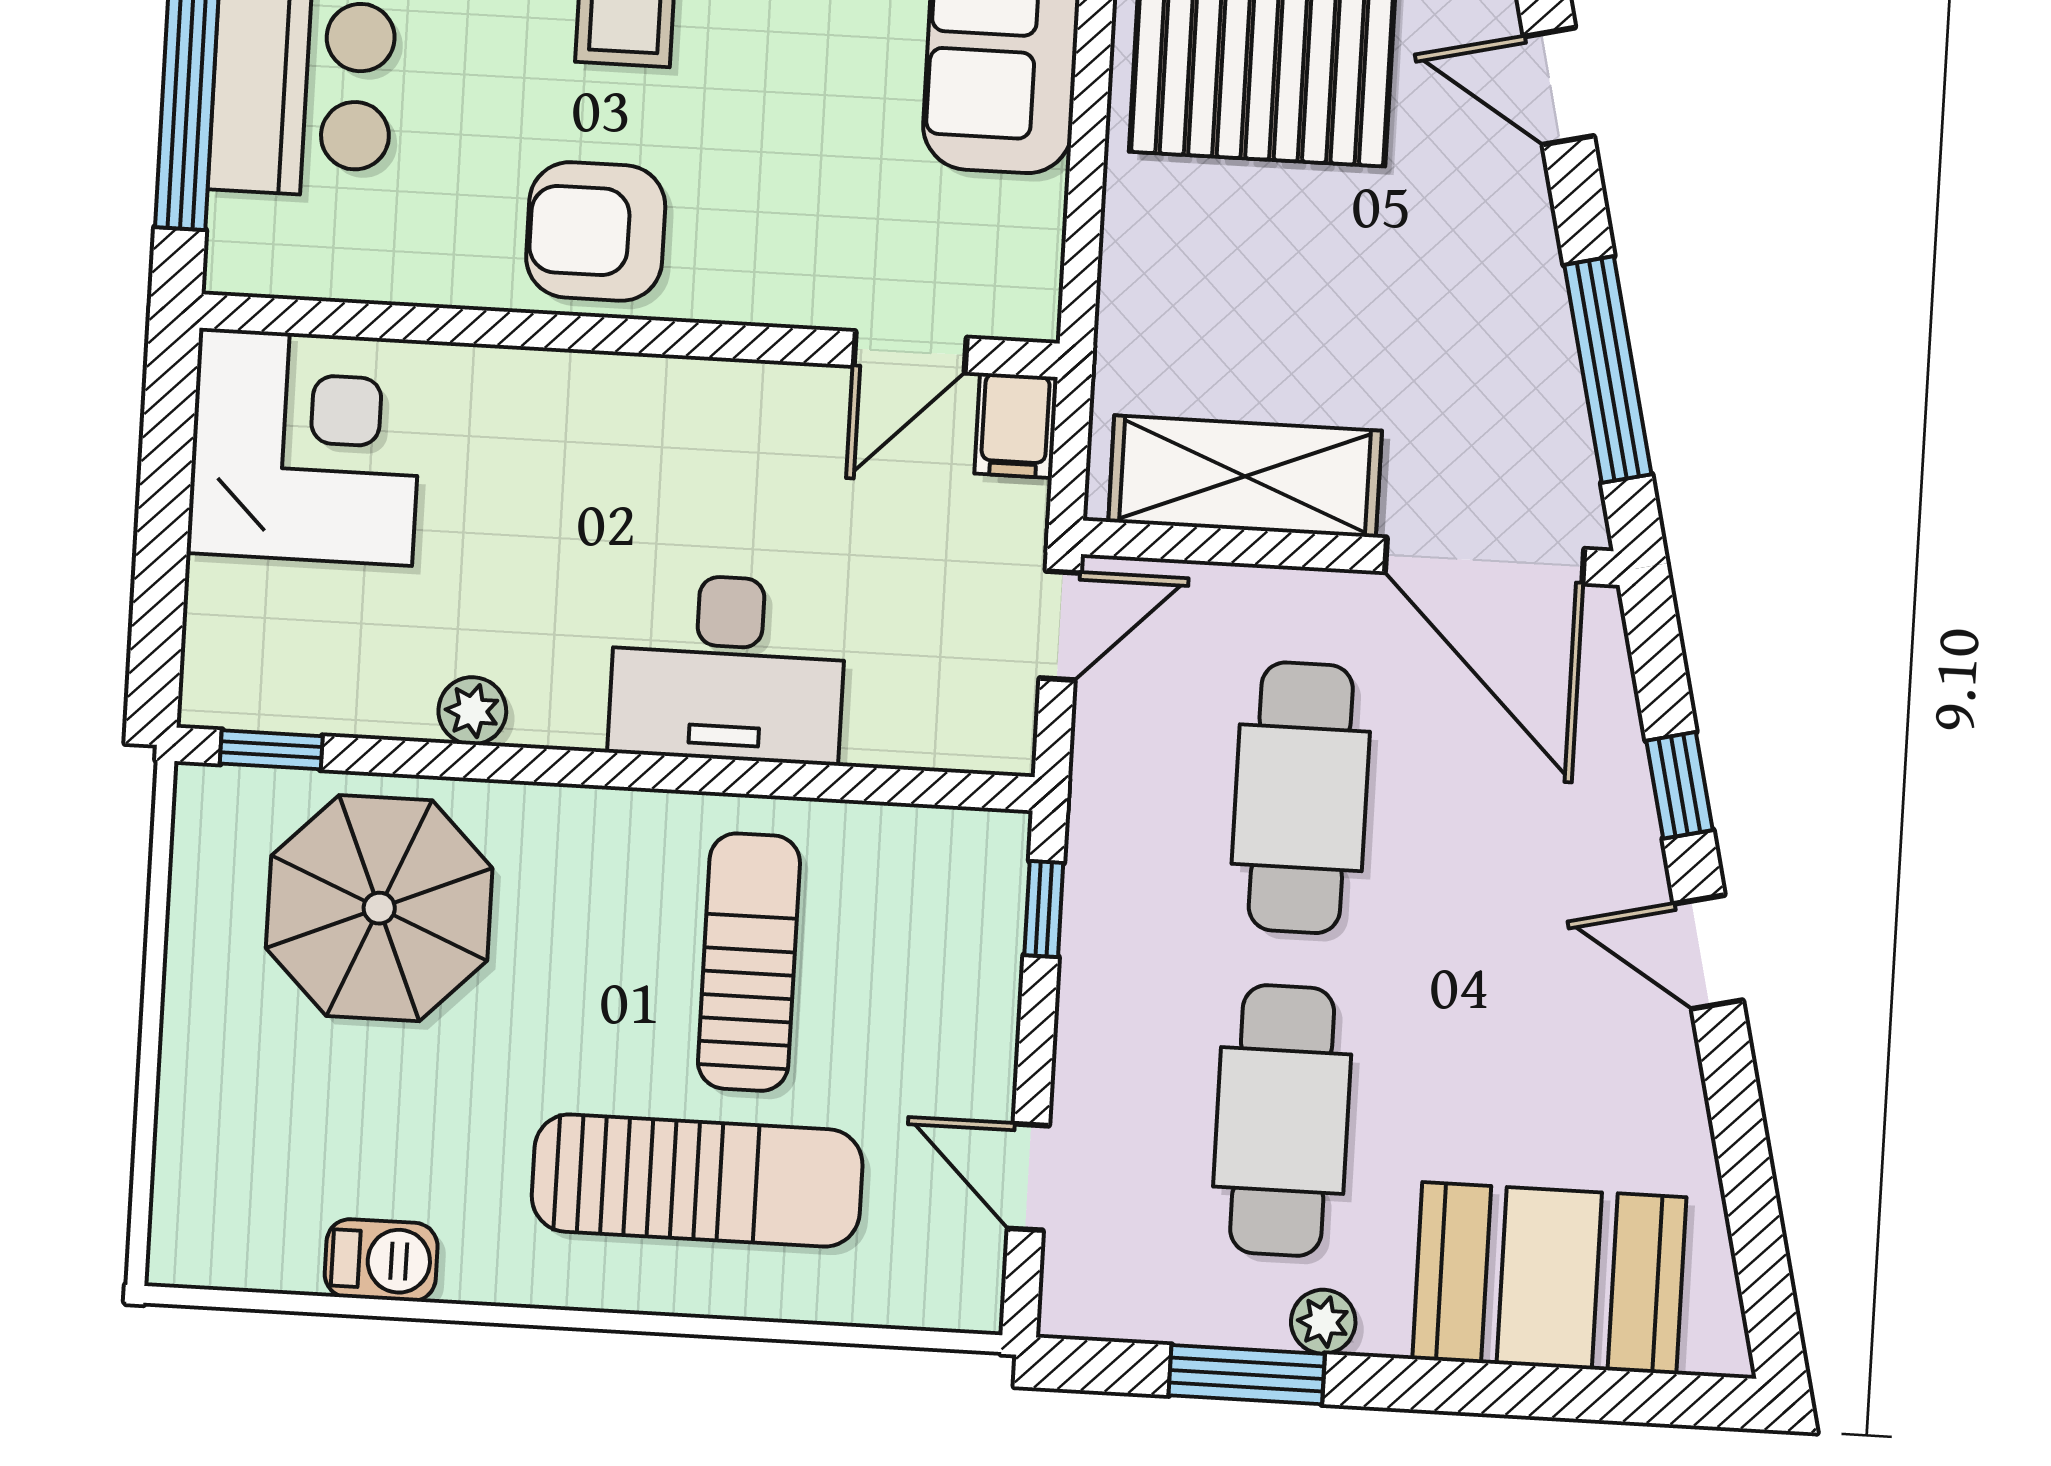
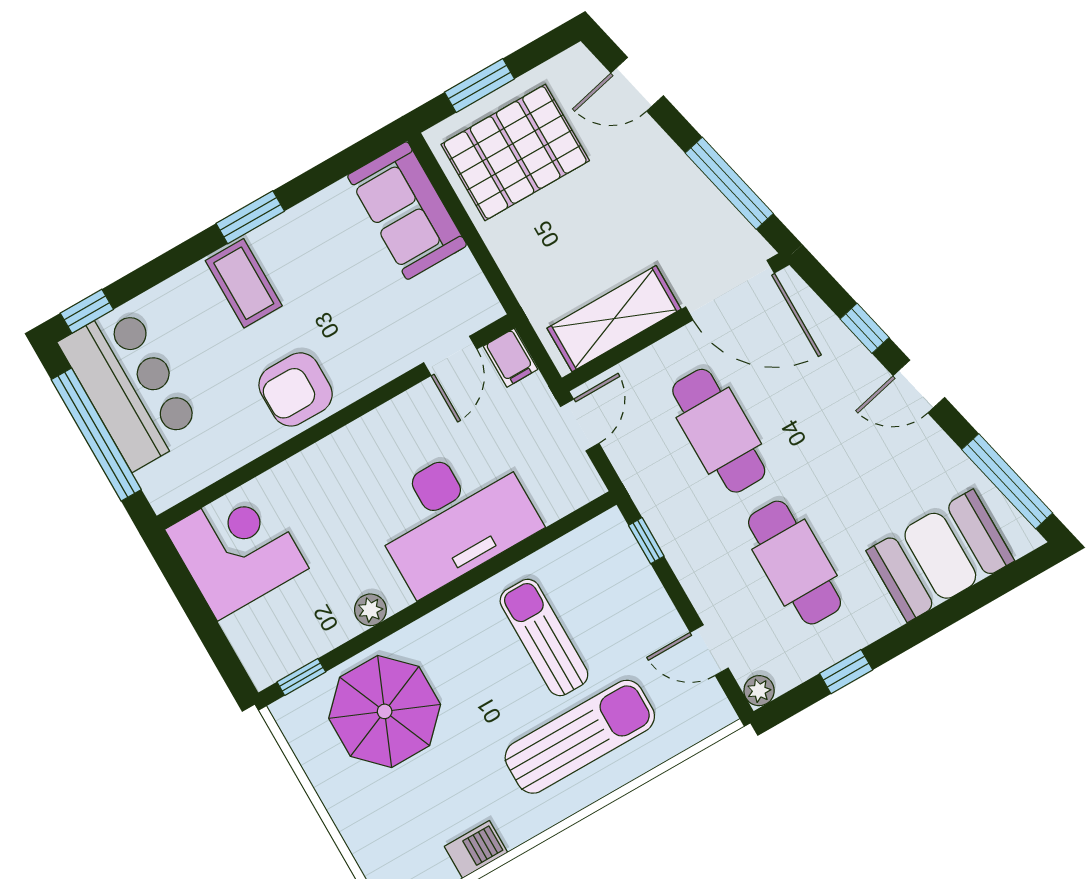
desk: (728, 668) -> (454, 516), width x1.36, depth x1.30
window: (1755, 1223) -> (1007, 481), added
plant: (1323, 1322) -> (759, 691), moved
window: (1247, 1375) -> (846, 672), width x0.67

